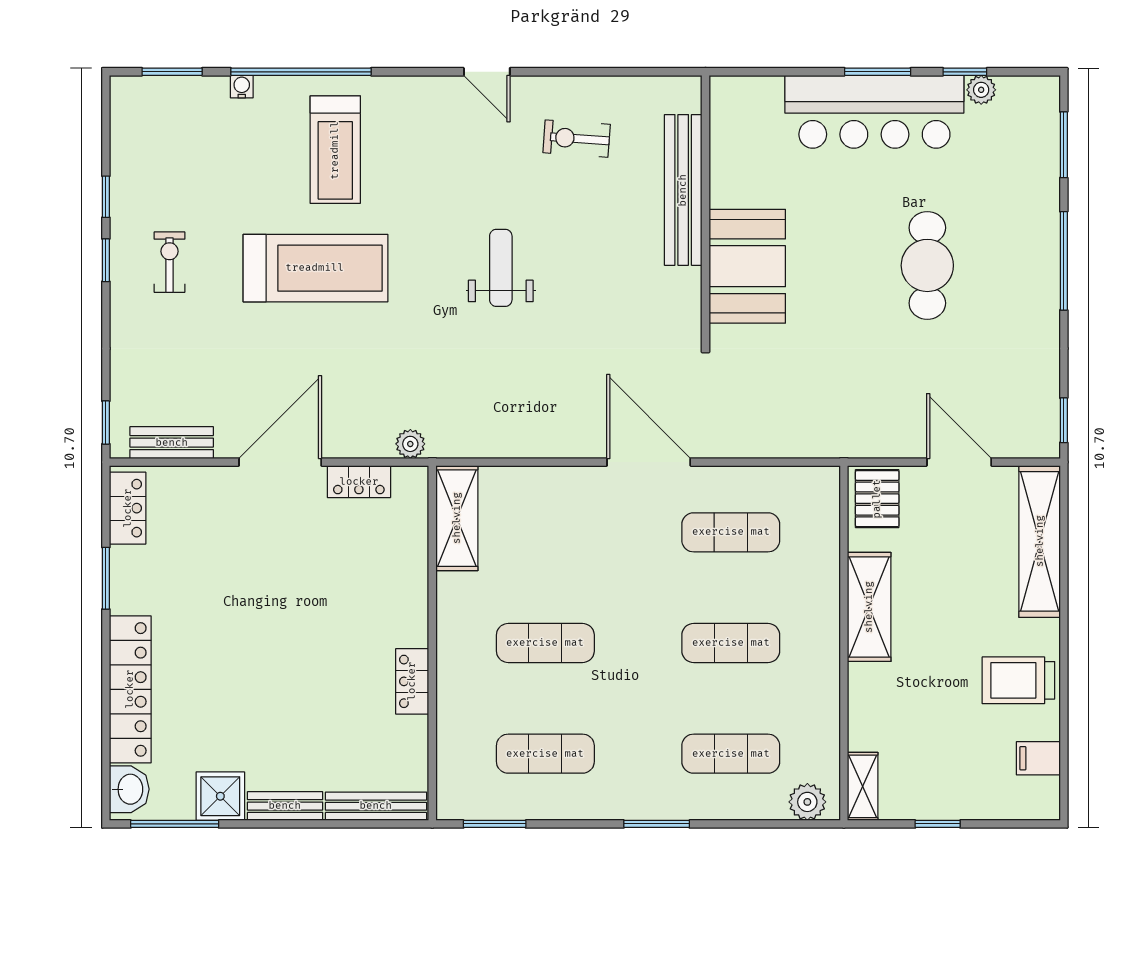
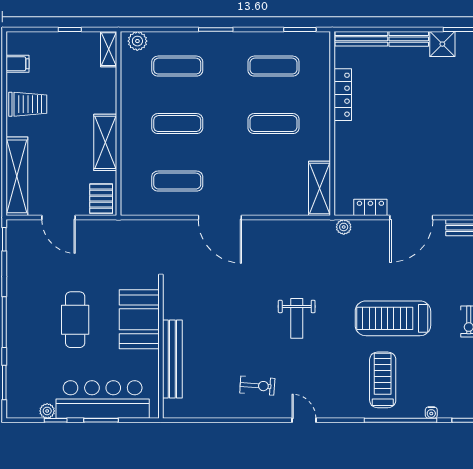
bench: (683, 190) -> (172, 359), moved
wall: (705, 210) -> (161, 348), moved
booth: (747, 266) -> (139, 319), moved
locker: (412, 681) -> (343, 95), width x1.53

